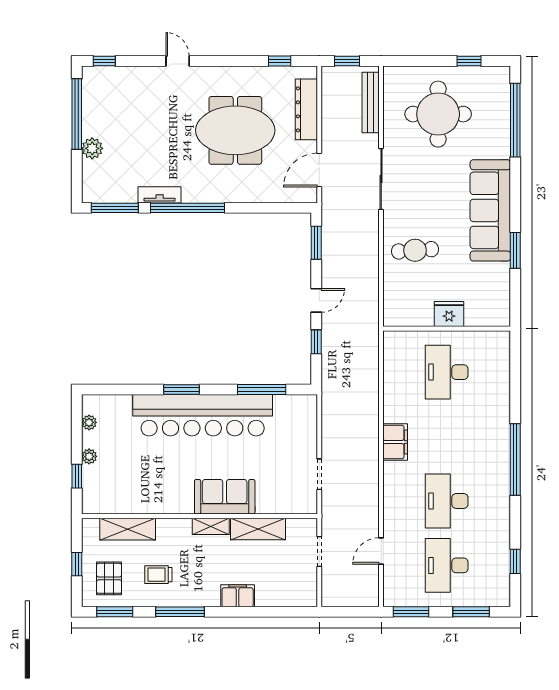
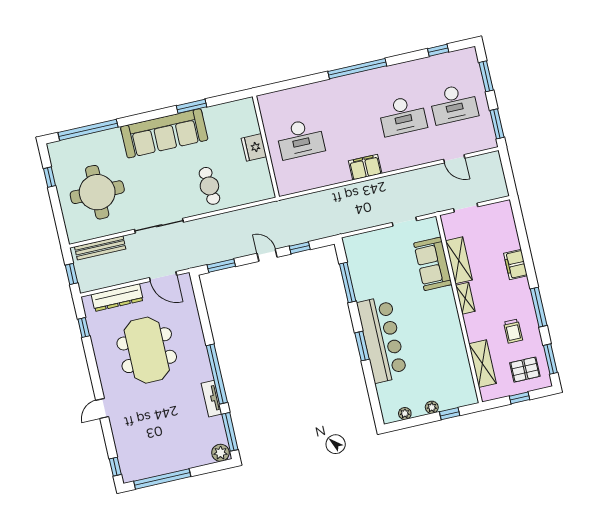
plant: (92, 148) -> (220, 453), moved
bar counter: (203, 415) -> (382, 339), width x0.73
sofa: (225, 497) -> (433, 264), moved

